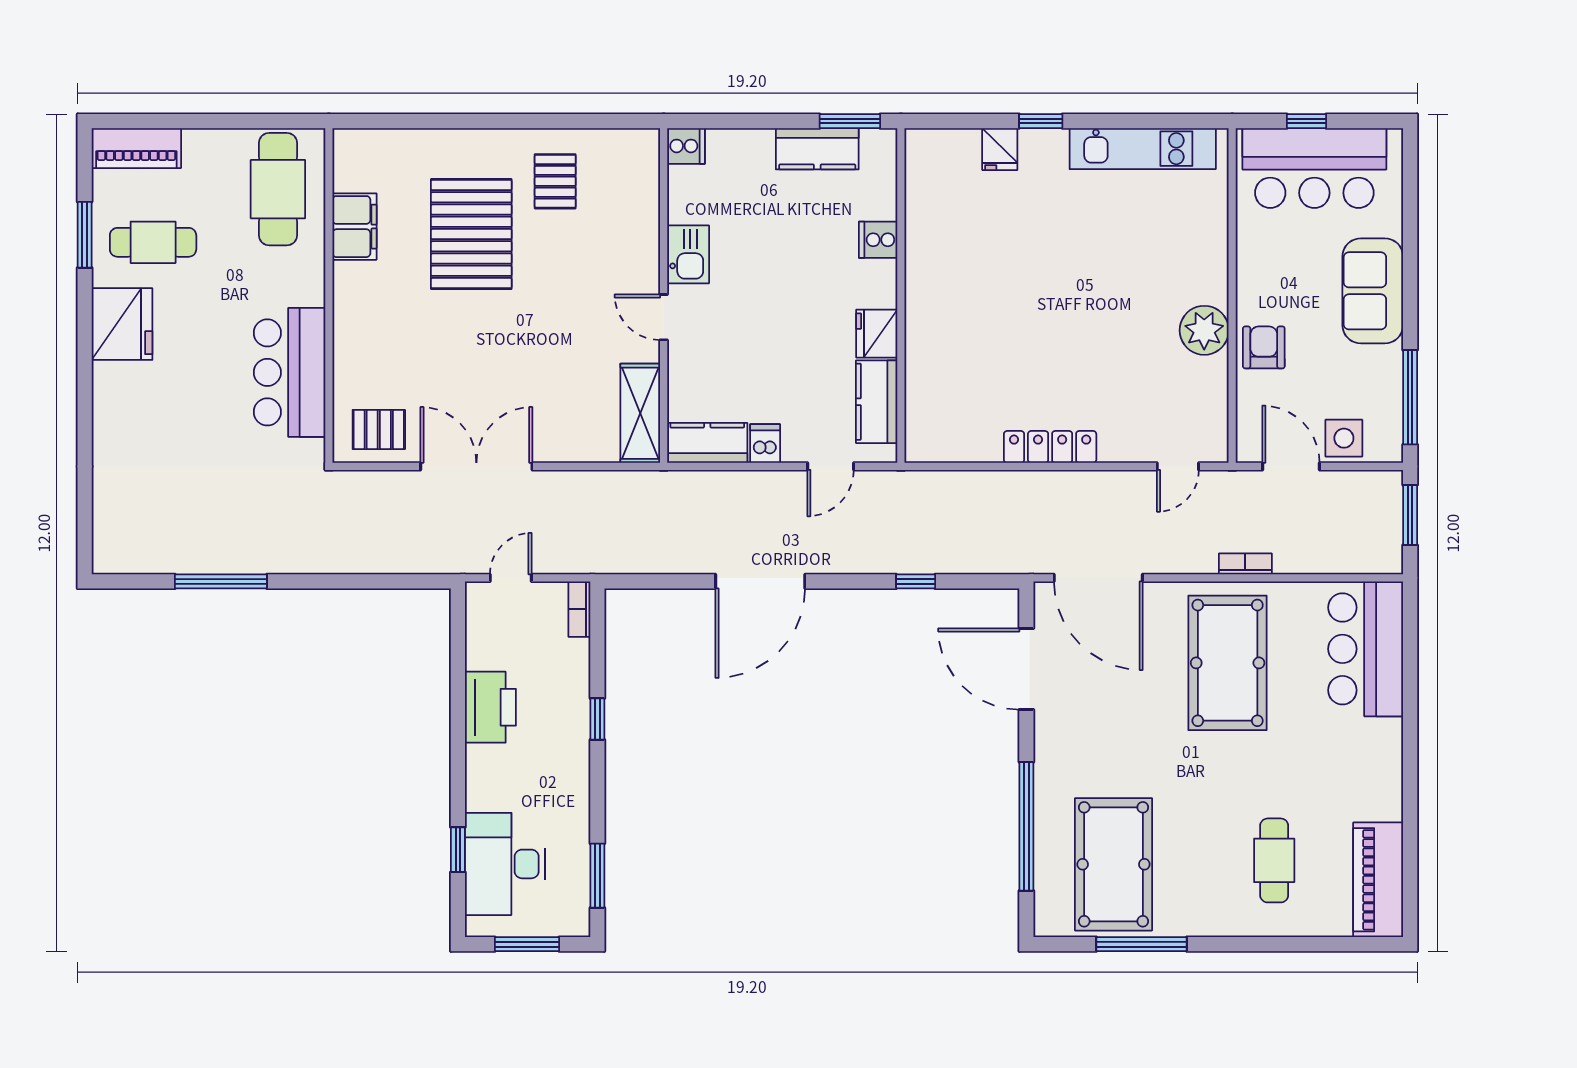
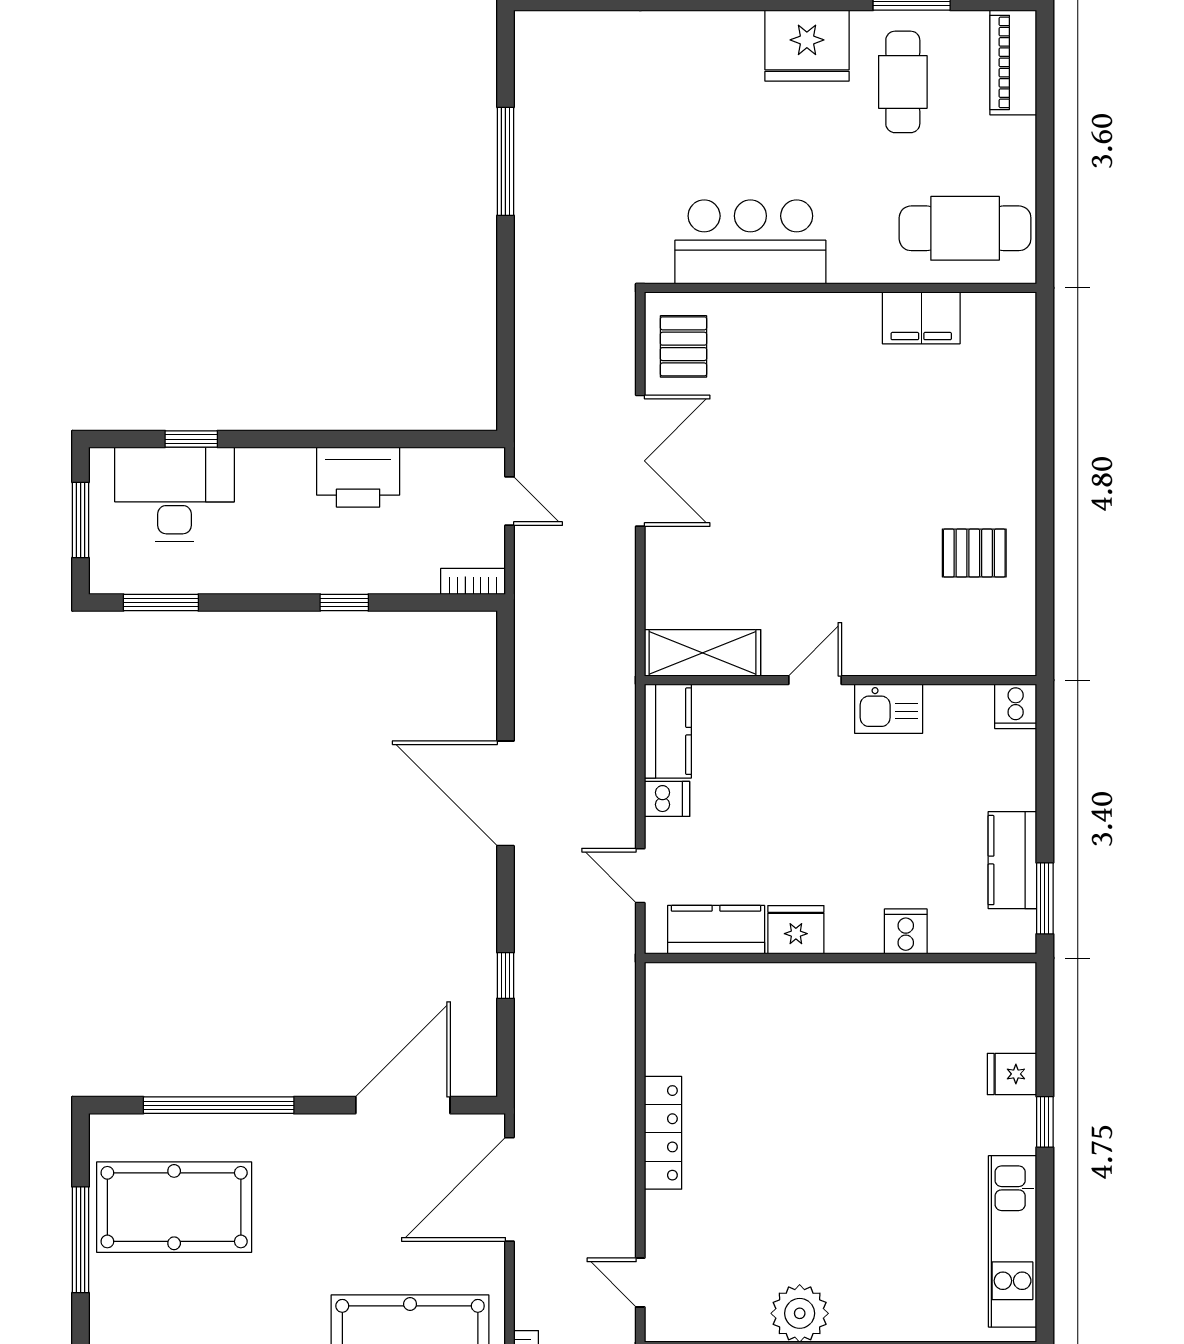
pallet: (471, 234) -> (912, 455), removed

